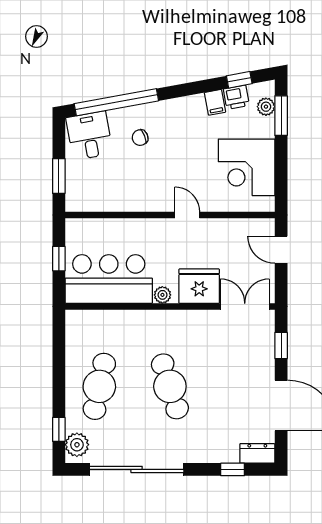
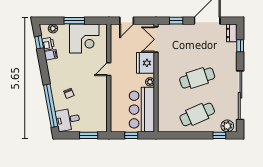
window: (281, 116) -> (74, 21), moved
cafe table: (99, 386) -> (197, 114), turned -36

